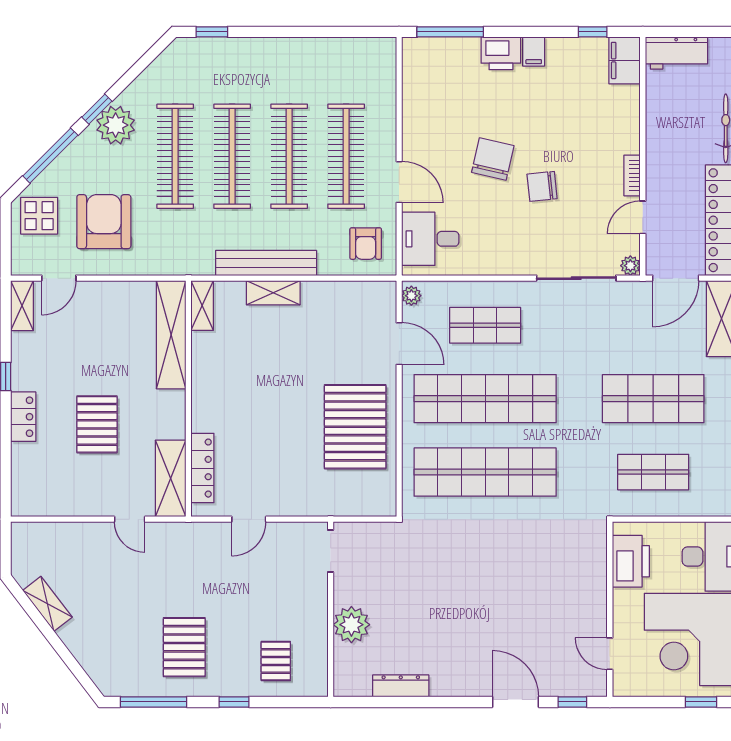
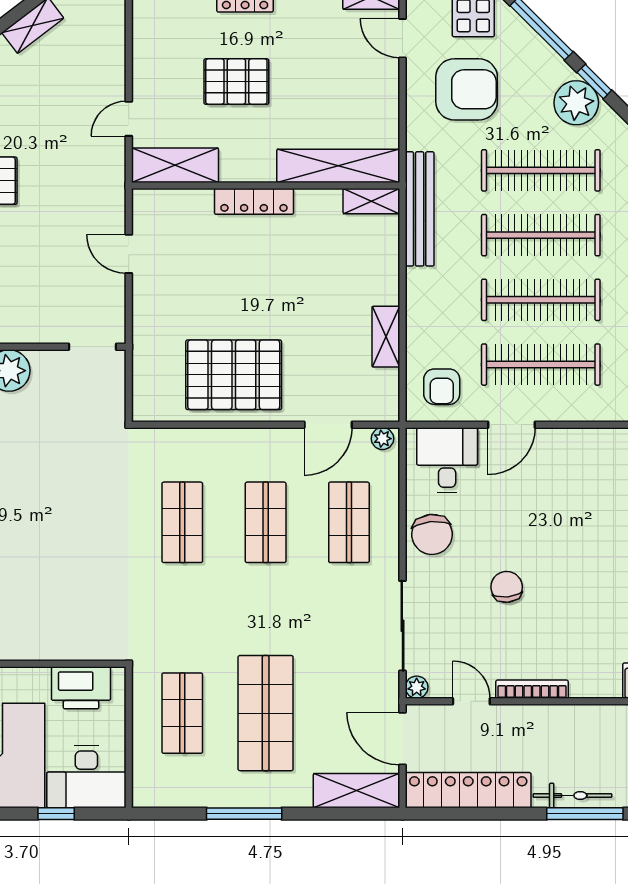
chair: (493, 159) -> (432, 534), moved, turned 71
bookcase: (632, 175) -> (532, 689), width x1.56
armchair: (366, 244) -> (442, 387), turned -90
bench: (266, 263) -> (420, 209), moved
shelving: (273, 293) -> (386, 337), moved
shop shelf: (485, 399) -> (266, 522), width x0.50, depth x0.74
locker: (202, 468) -> (254, 201), moved
shop shelf: (485, 472) -> (182, 522), width x0.50, depth x0.74

